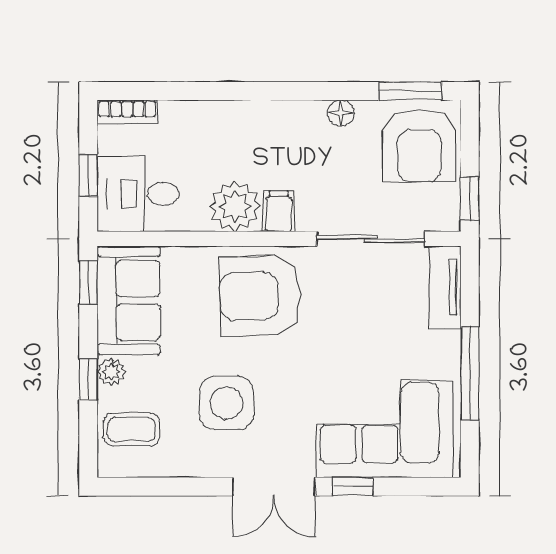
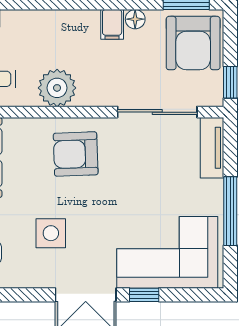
filing cabinet: (279, 211) -> (112, 24), moved, turned 180
armchair: (260, 296) -> (76, 154), width x0.73, depth x0.73
side table: (227, 403) -> (51, 233), width x0.73, depth x0.73

